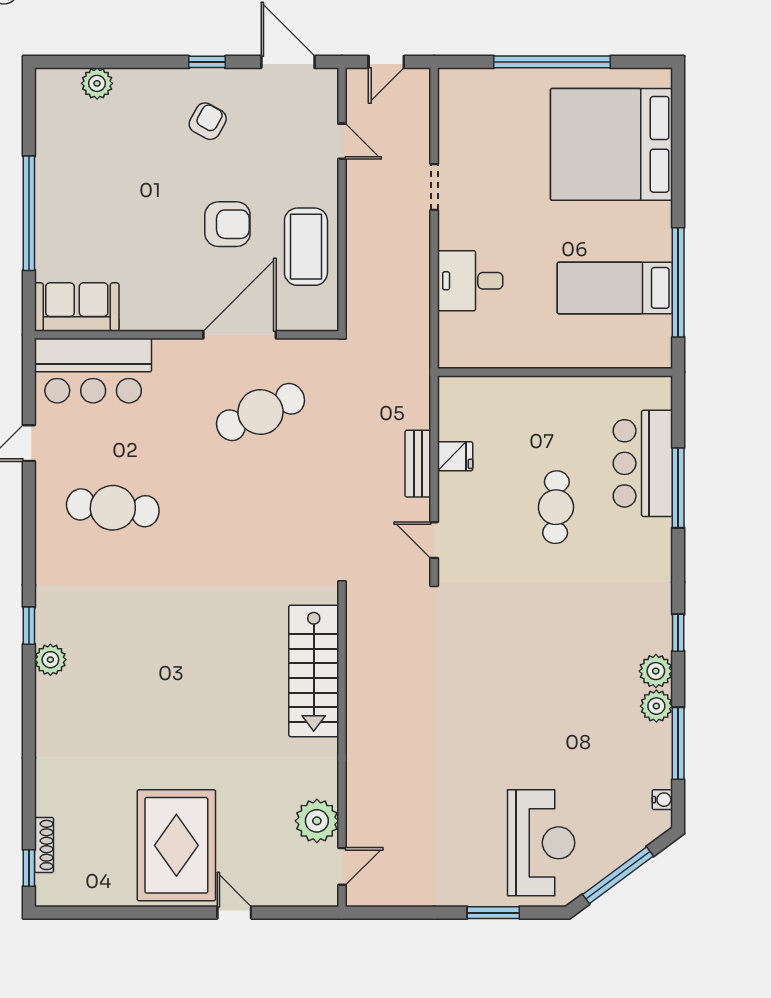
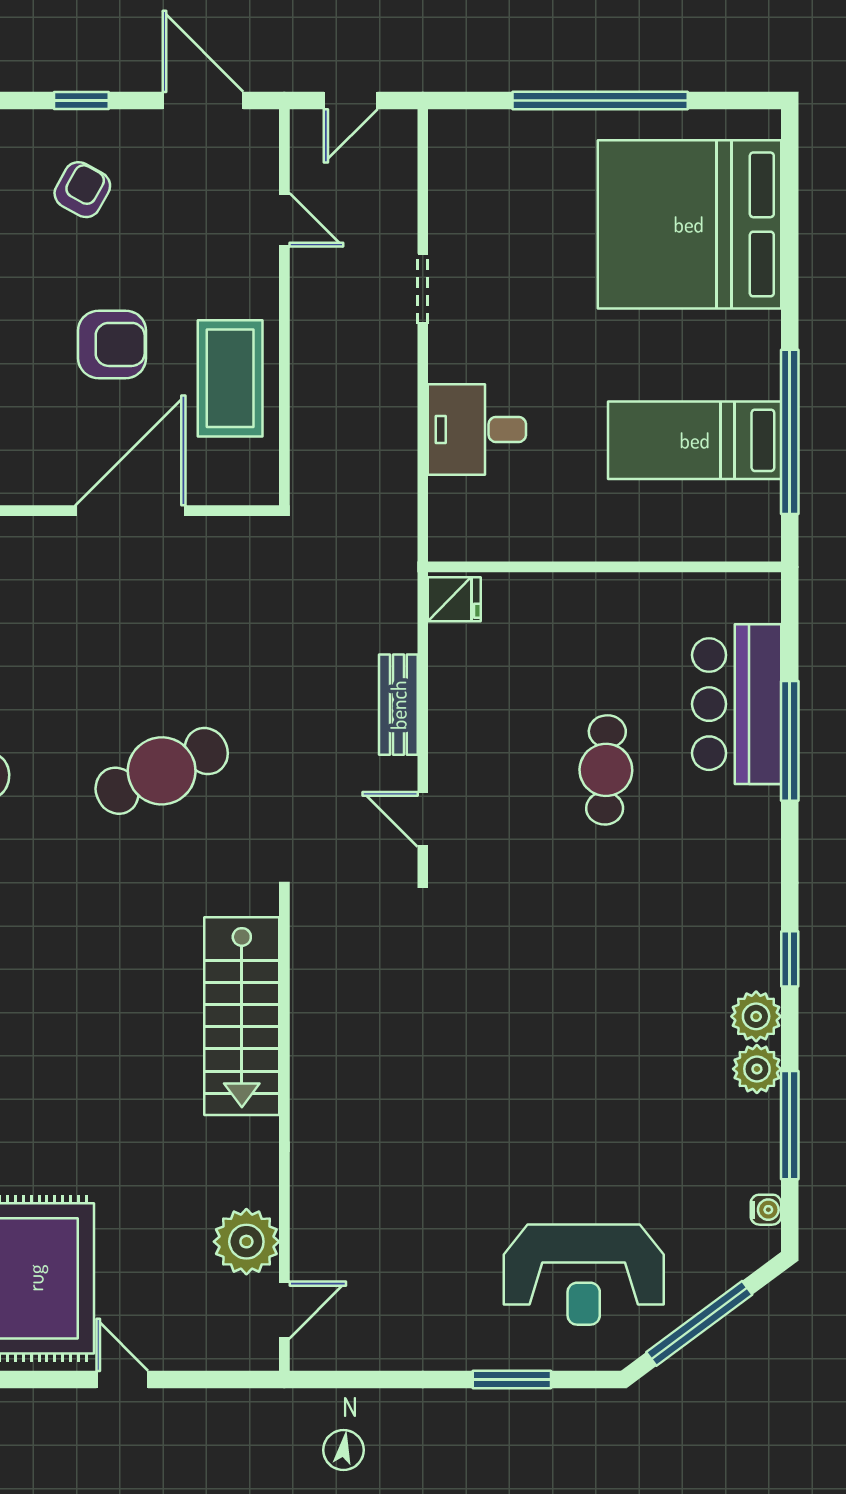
cafe table: (260, 412) -> (162, 771), moved
fridge: (455, 456) -> (454, 599), moved
reception desk: (541, 843) -> (584, 1275), turned 90

